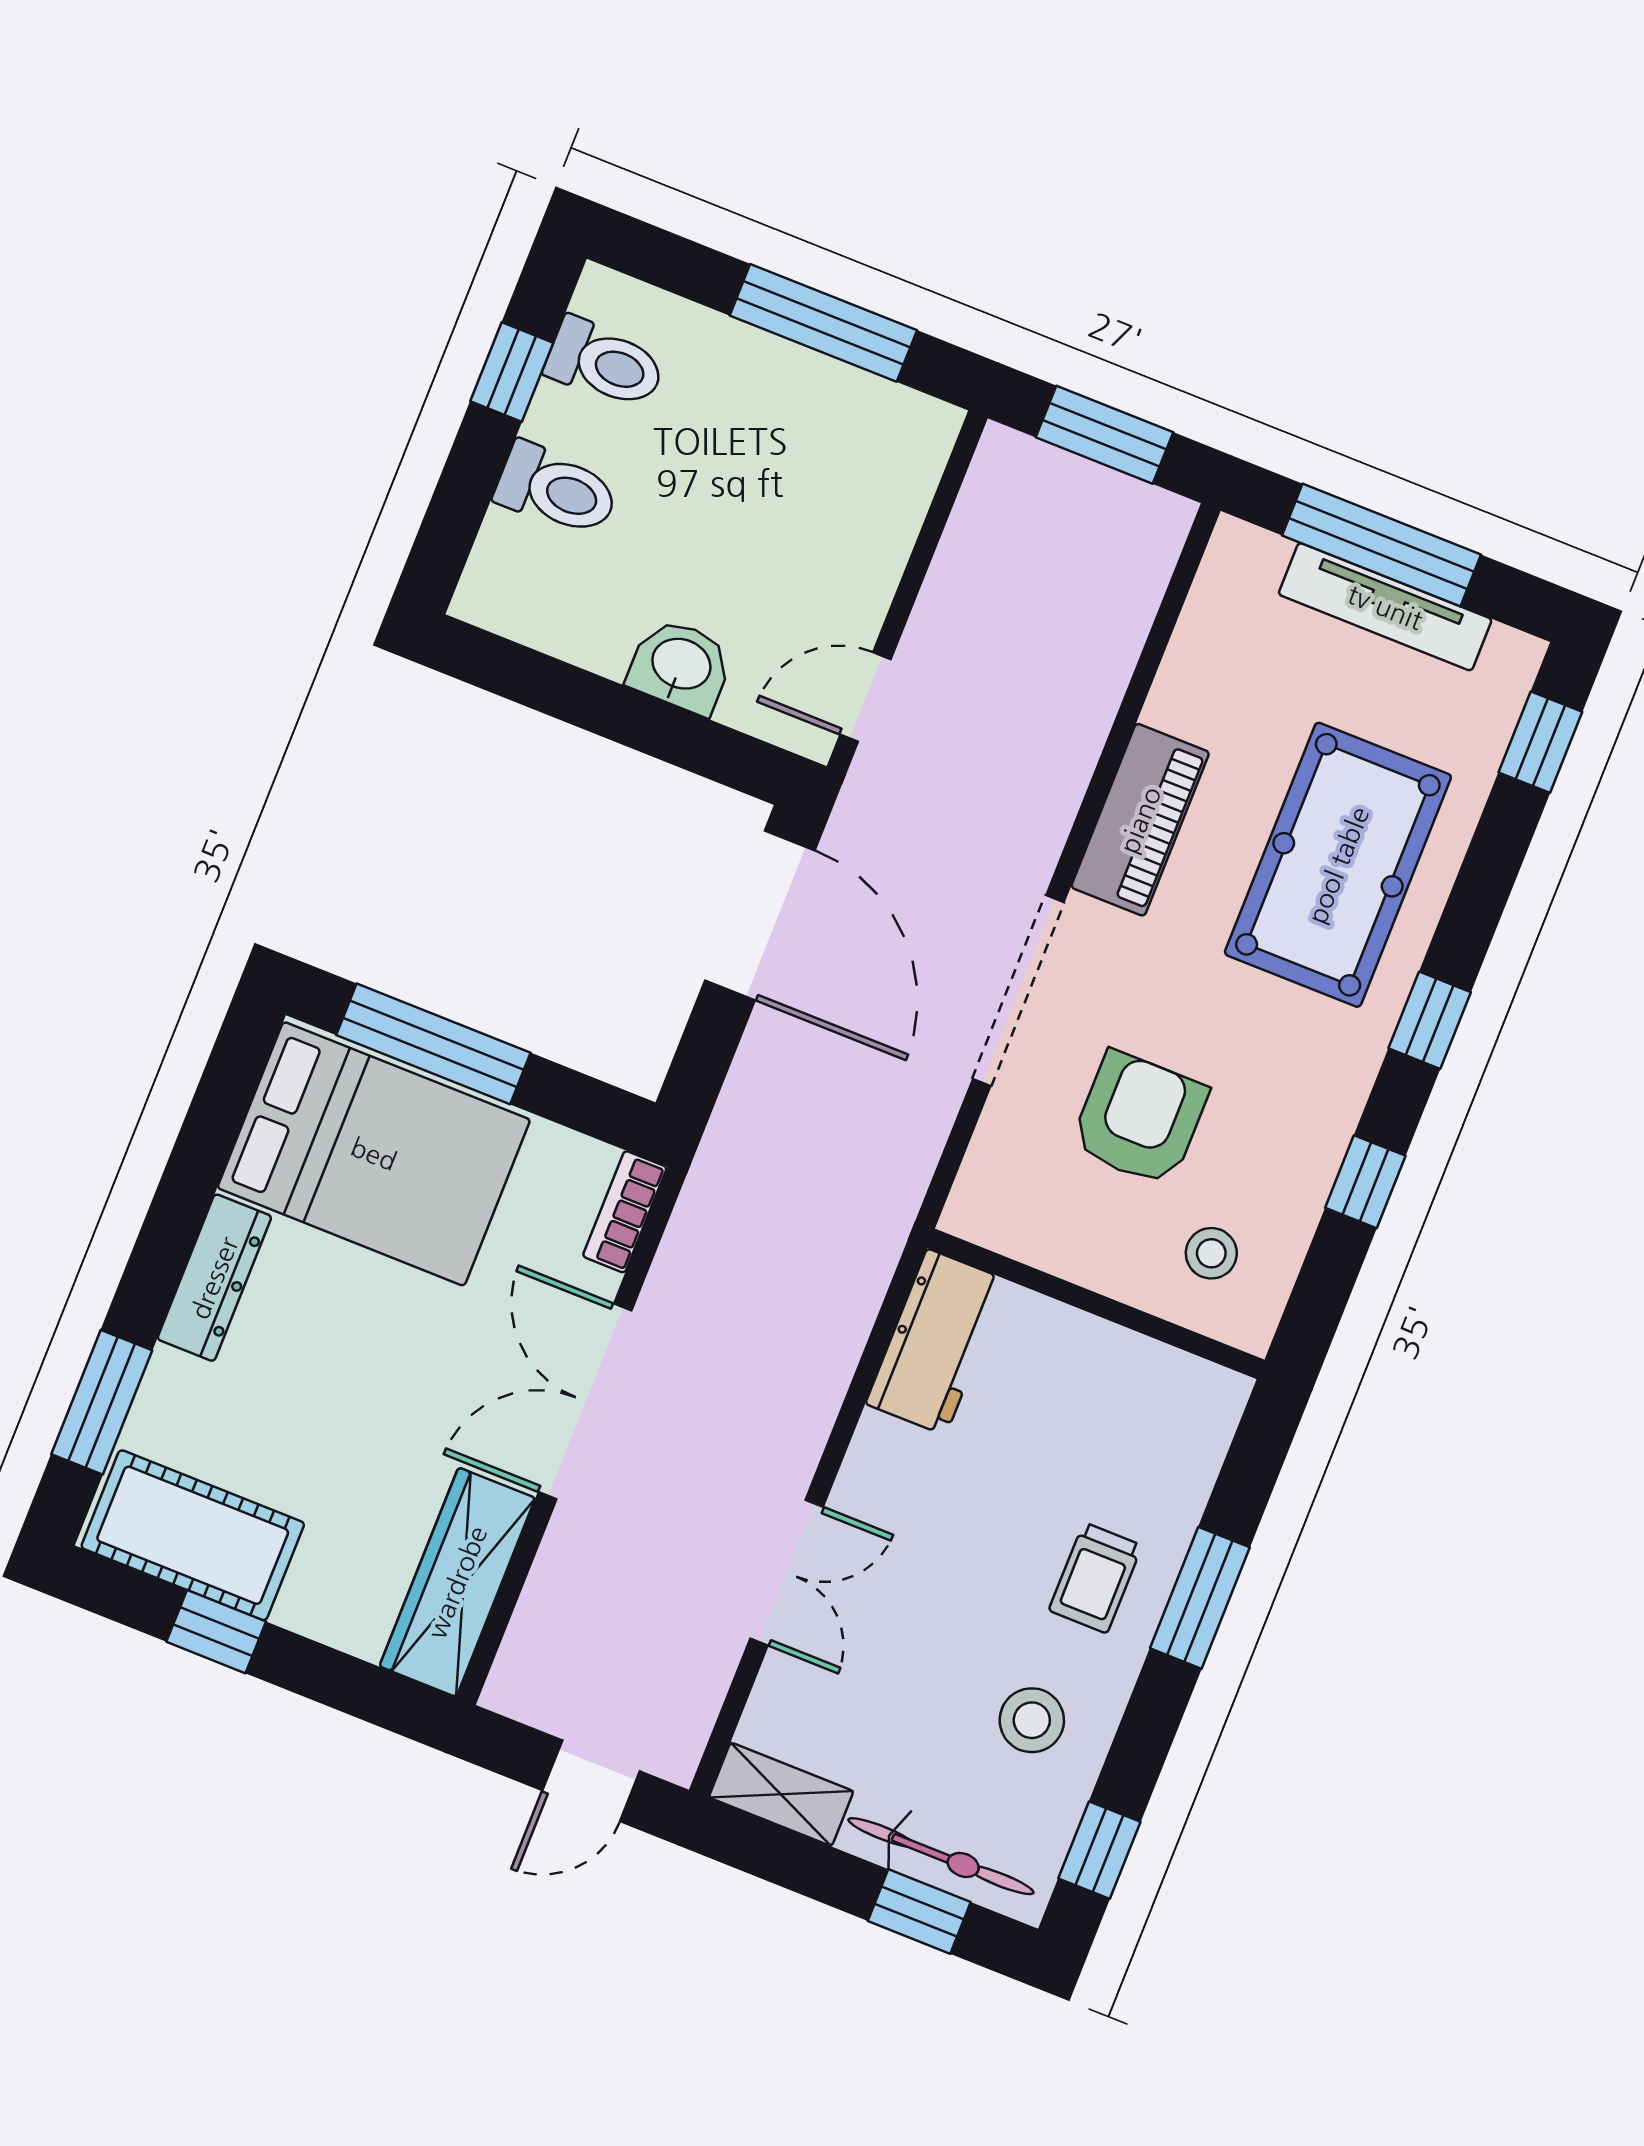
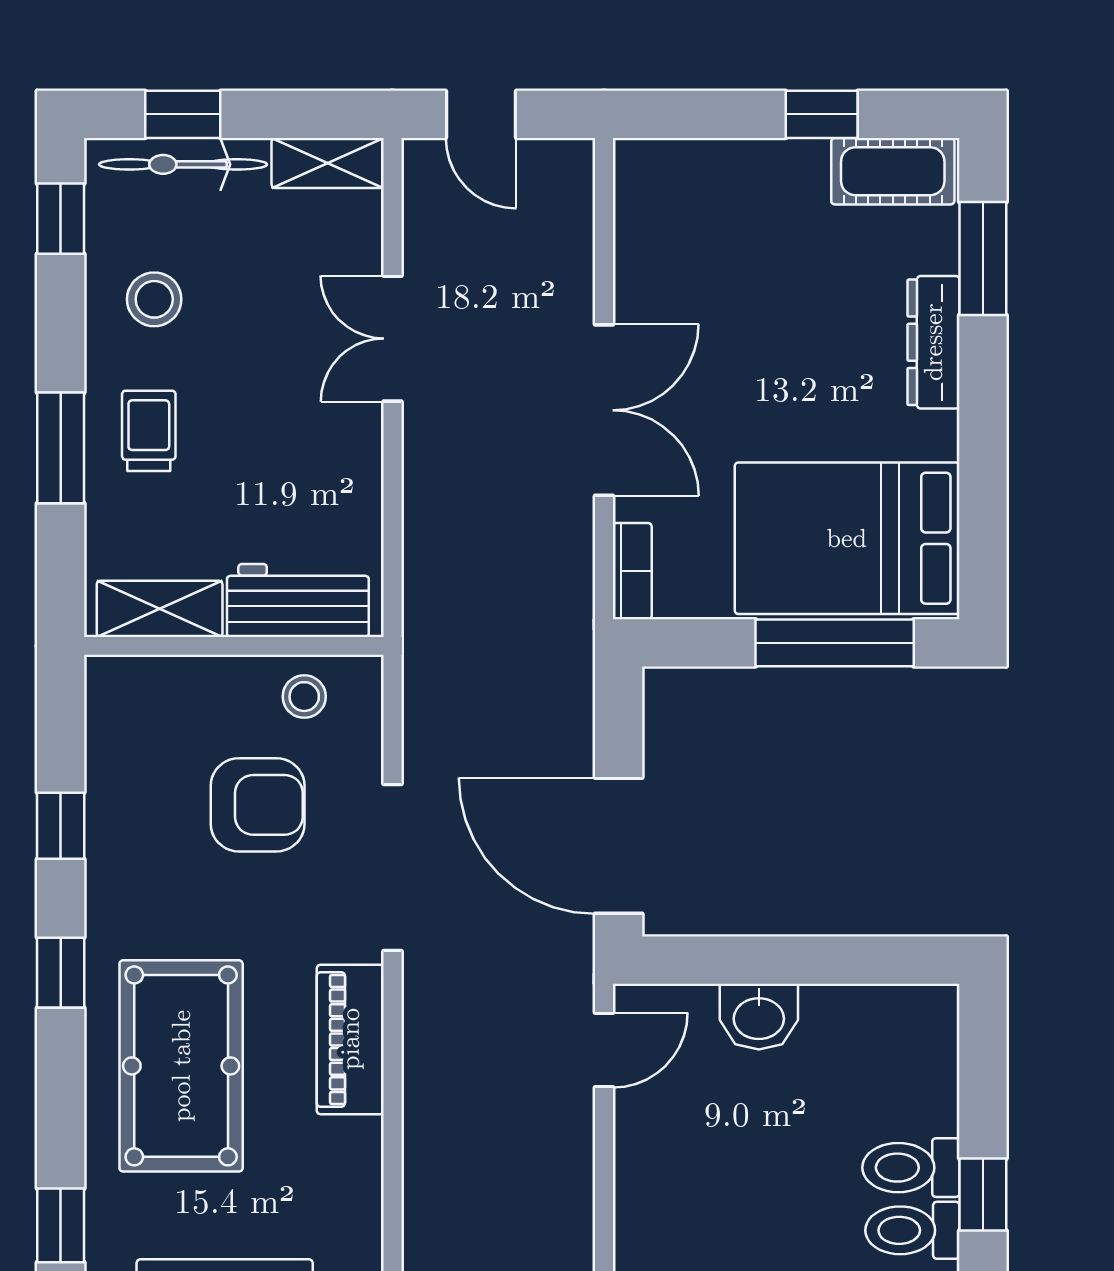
toilet: (557, 490) -> (911, 1168), moved
armchair: (1139, 1119) -> (258, 805), turned -90
stool: (1211, 1253) -> (304, 697), moved
dresser: (214, 1278) -> (933, 342), moved
workbench: (936, 1342) -> (298, 601), moved, turned 90
shelving: (1161, 1377) -> (160, 609), added
cot: (193, 1535) -> (893, 171), width x0.73, depth x0.75
wardrobe: (457, 1582) -> (648, 228), removed
door: (591, 1781) -> (481, 114), swing flipped

